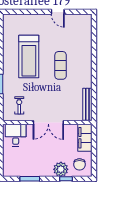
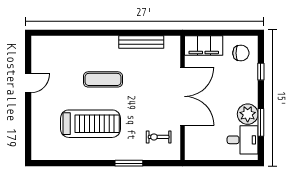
bench: (87, 104) -> (141, 42), moved
double door: (48, 123) -> (183, 96), width x1.36
desk: (16, 135) -> (243, 140), moved, turned 180
plant: (61, 169) -> (248, 114), moved

